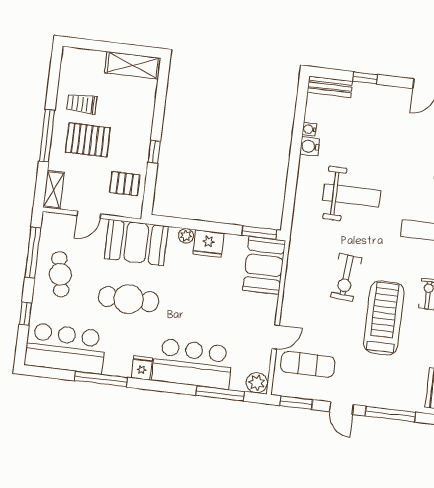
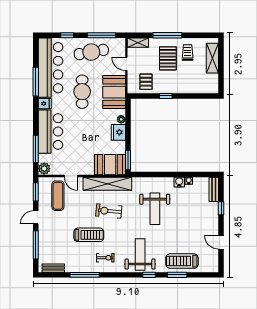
shelving: (133, 65) -> (212, 58), moved
cafe table: (60, 274) -> (91, 52), width x1.37, depth x1.35
shelving: (297, 274) -> (107, 184), added
treadmill: (384, 318) -> (89, 235), width x0.73, depth x0.73
bar counter: (65, 348) -> (51, 68), width x1.36

